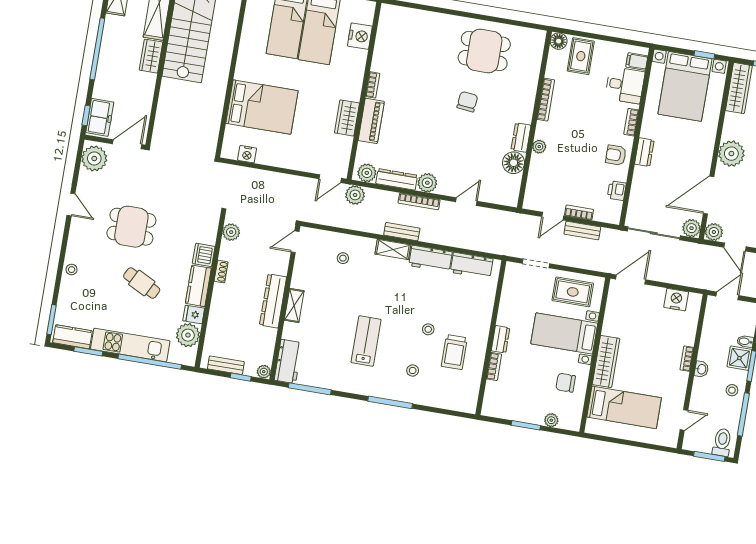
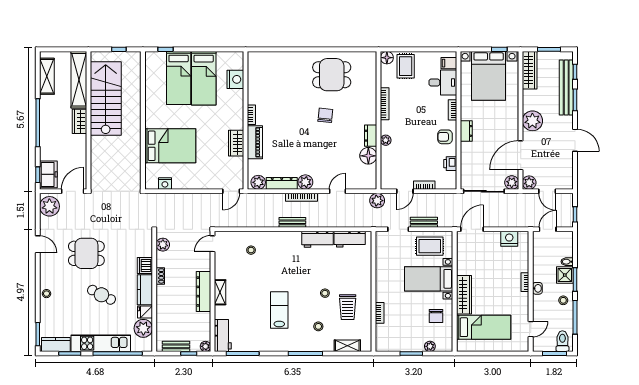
plant: (355, 195) -> (377, 201), moved
bench: (582, 230) -> (424, 222), moved
shelving: (393, 249) -> (347, 346), moved
dresser: (501, 339) -> (381, 291), removed
chair: (566, 383) -> (436, 316), turned -90

